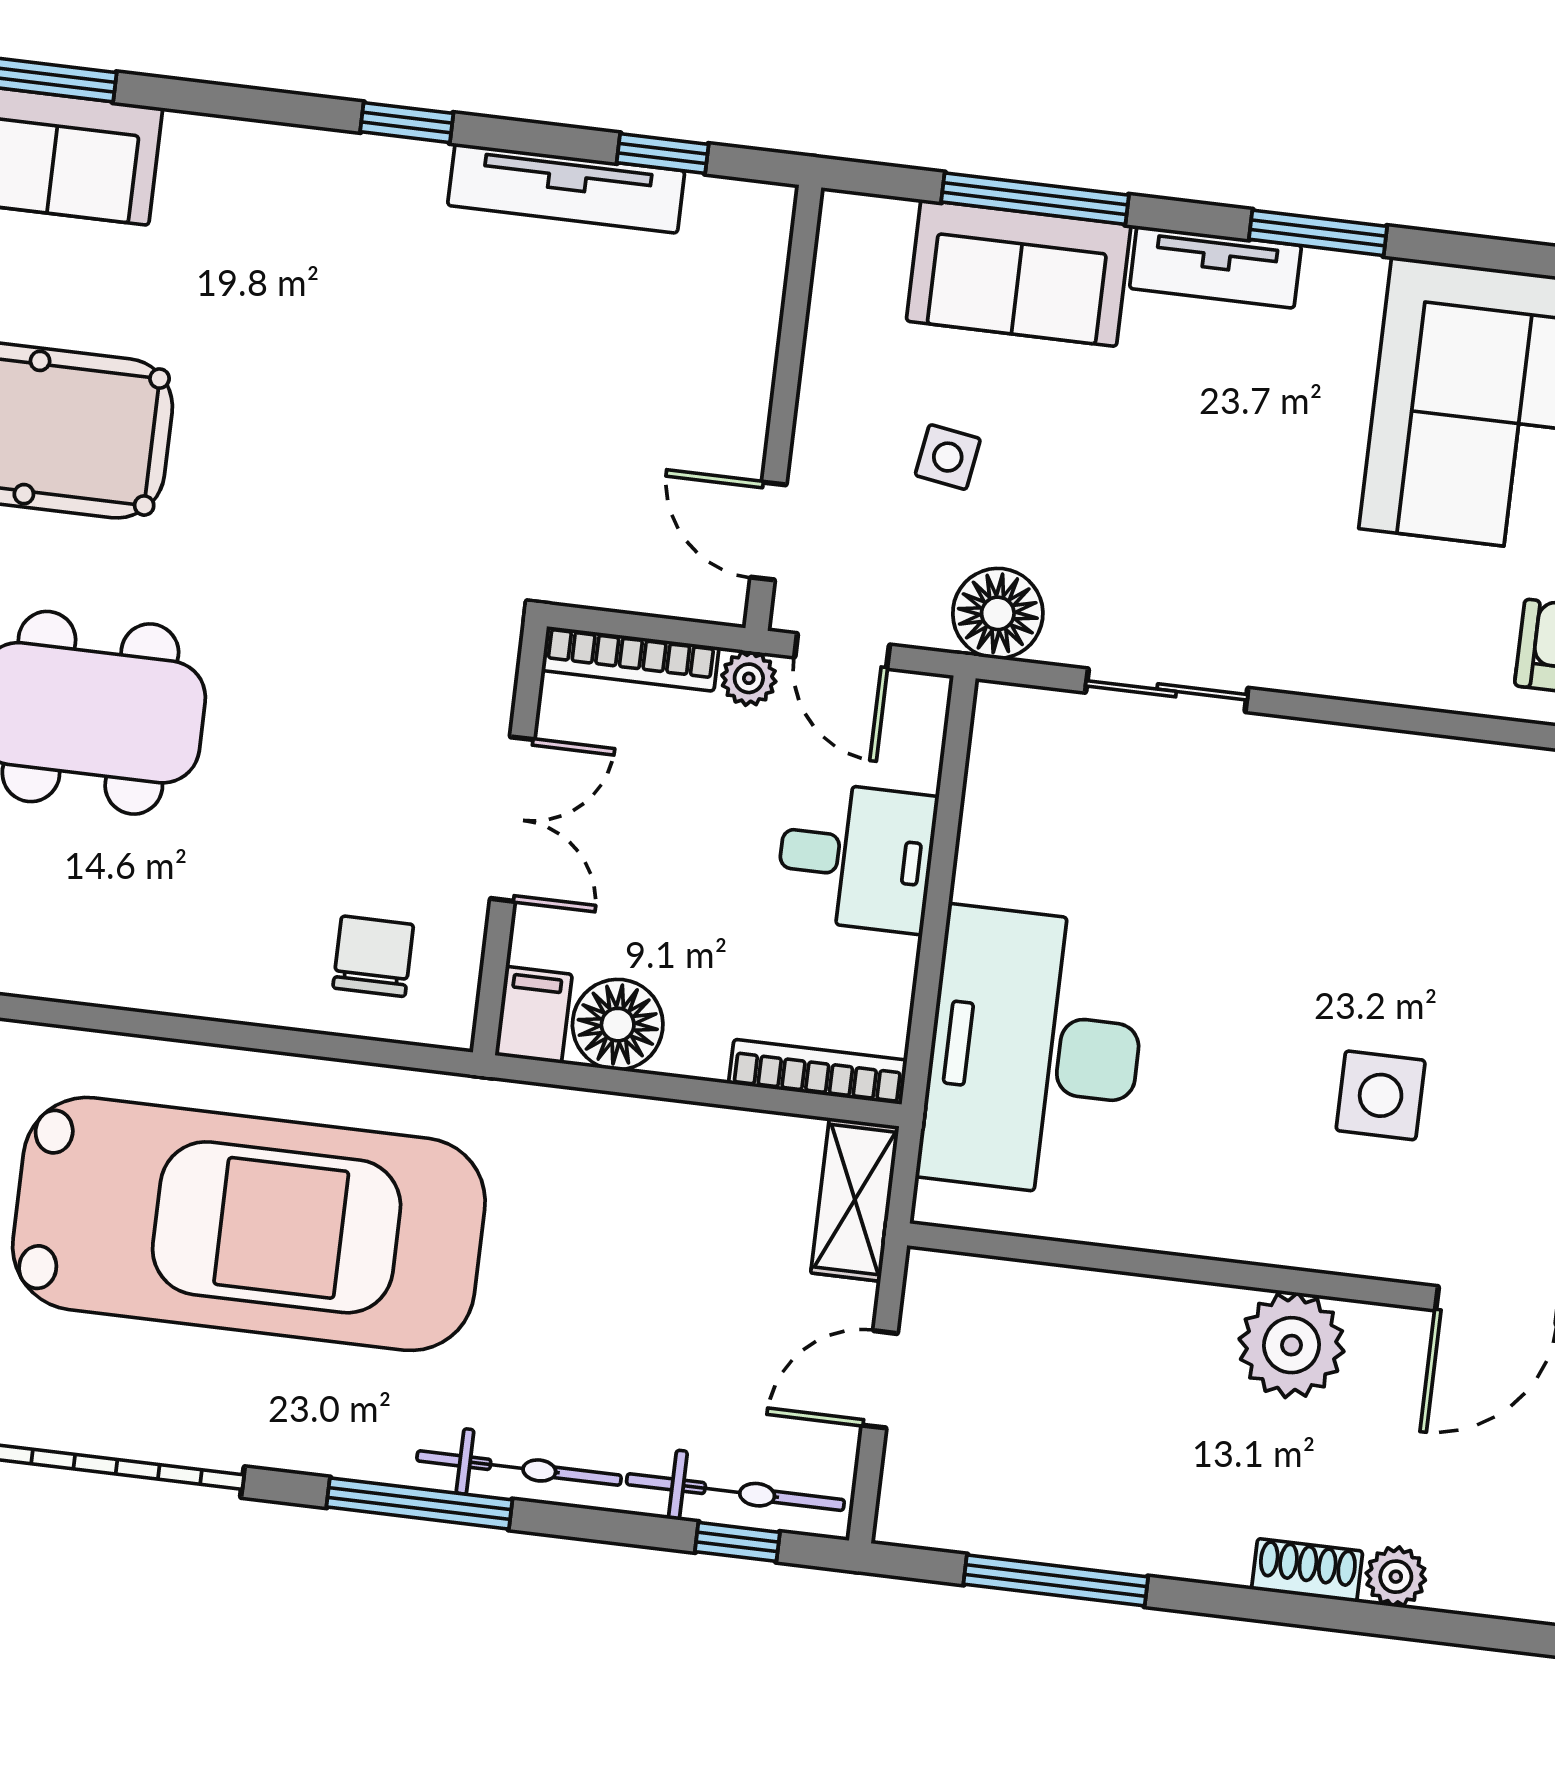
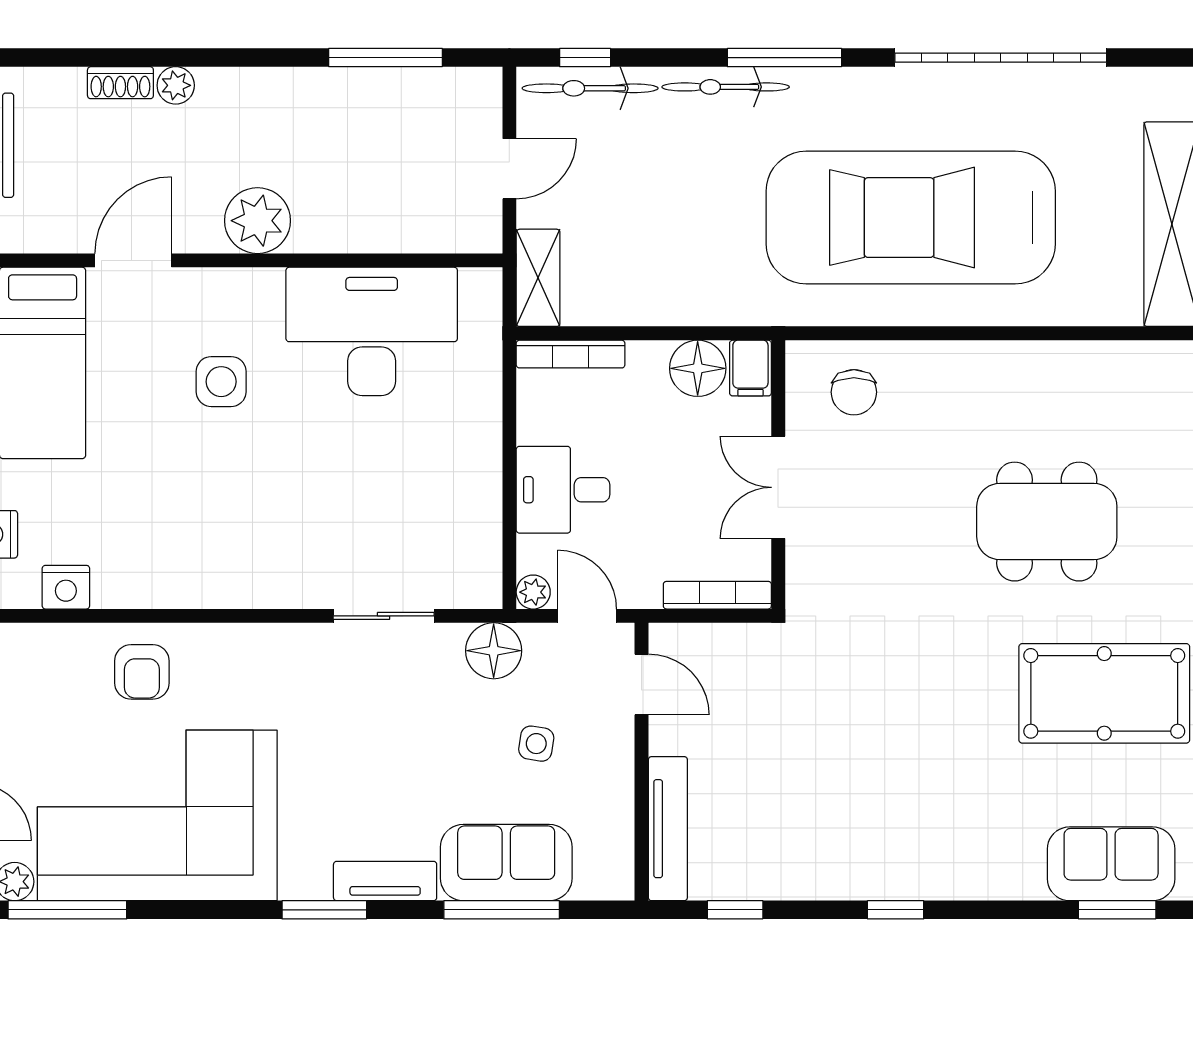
tv unit: (566, 188) -> (668, 829), moved, turned 90
plant: (749, 678) -> (533, 592), moved
desk: (1034, 1052) -> (372, 331), moved, turned -90
shoe rack: (1307, 1570) -> (120, 83), moved

